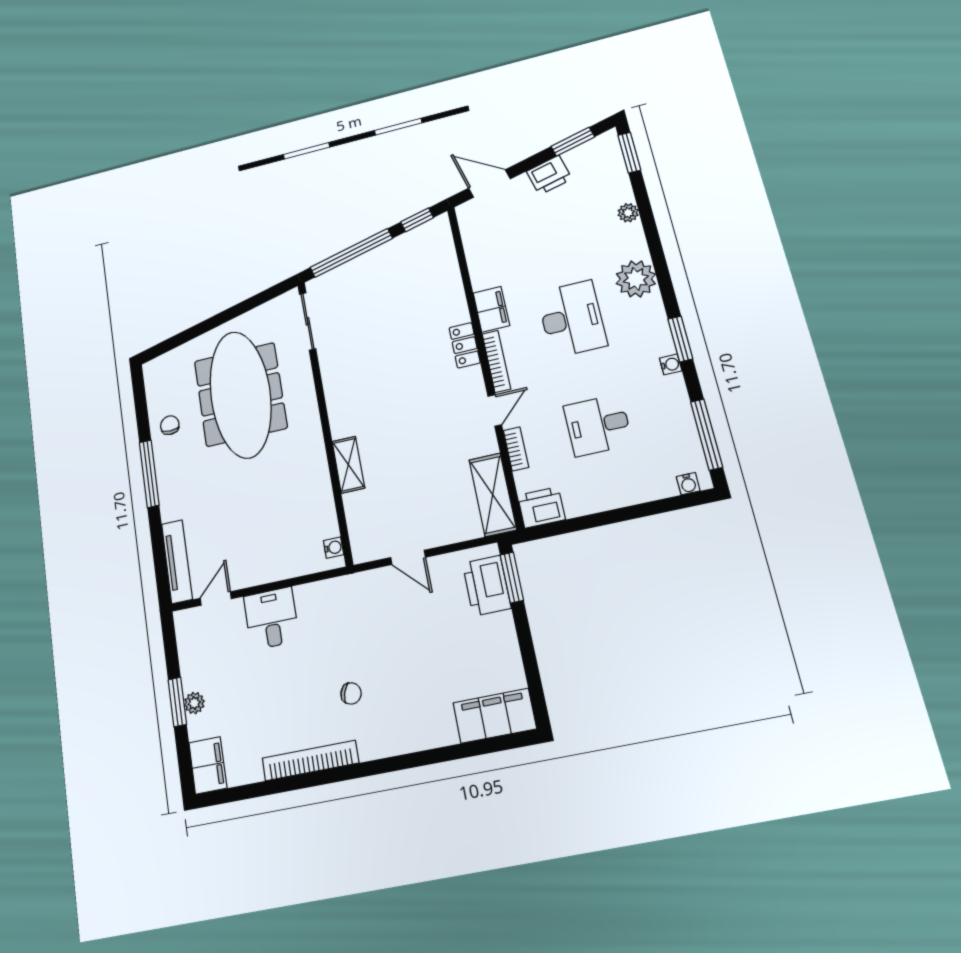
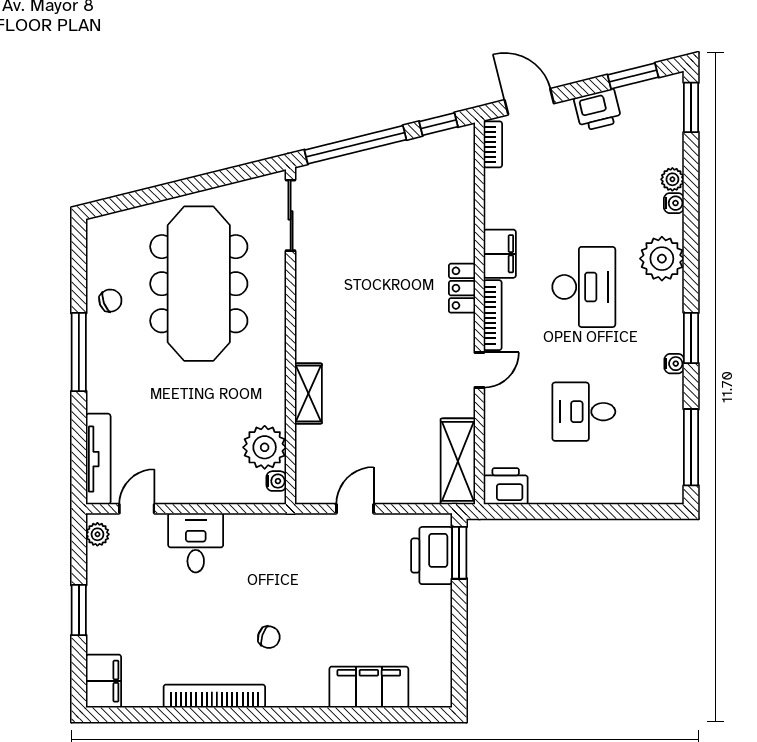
chair: (170, 425) -> (110, 301), turned 69
bookcase: (516, 449) -> (493, 144), moved
water cooler: (688, 484) -> (674, 203), moved, turned -90
plant: (318, 520) -> (265, 447), added
door: (408, 557) -> (355, 509), swing flipped
plant: (194, 703) -> (97, 534), moved
filing cabinet: (495, 716) -> (369, 687), moved

